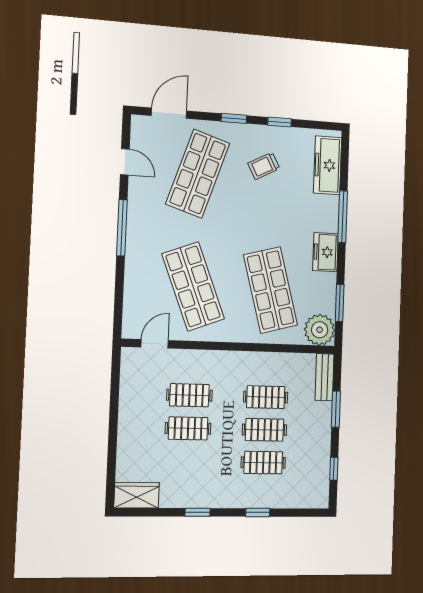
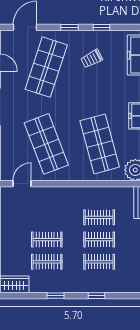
clothes rail: (189, 395) -> (47, 262), moved

